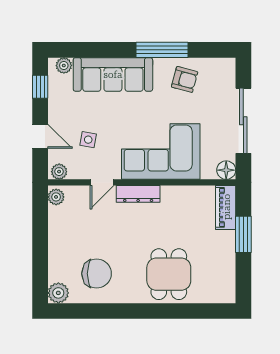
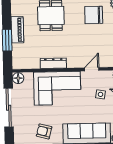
dresser: (138, 194) -> (53, 63), moved
piano: (226, 207) -> (17, 30), moved

